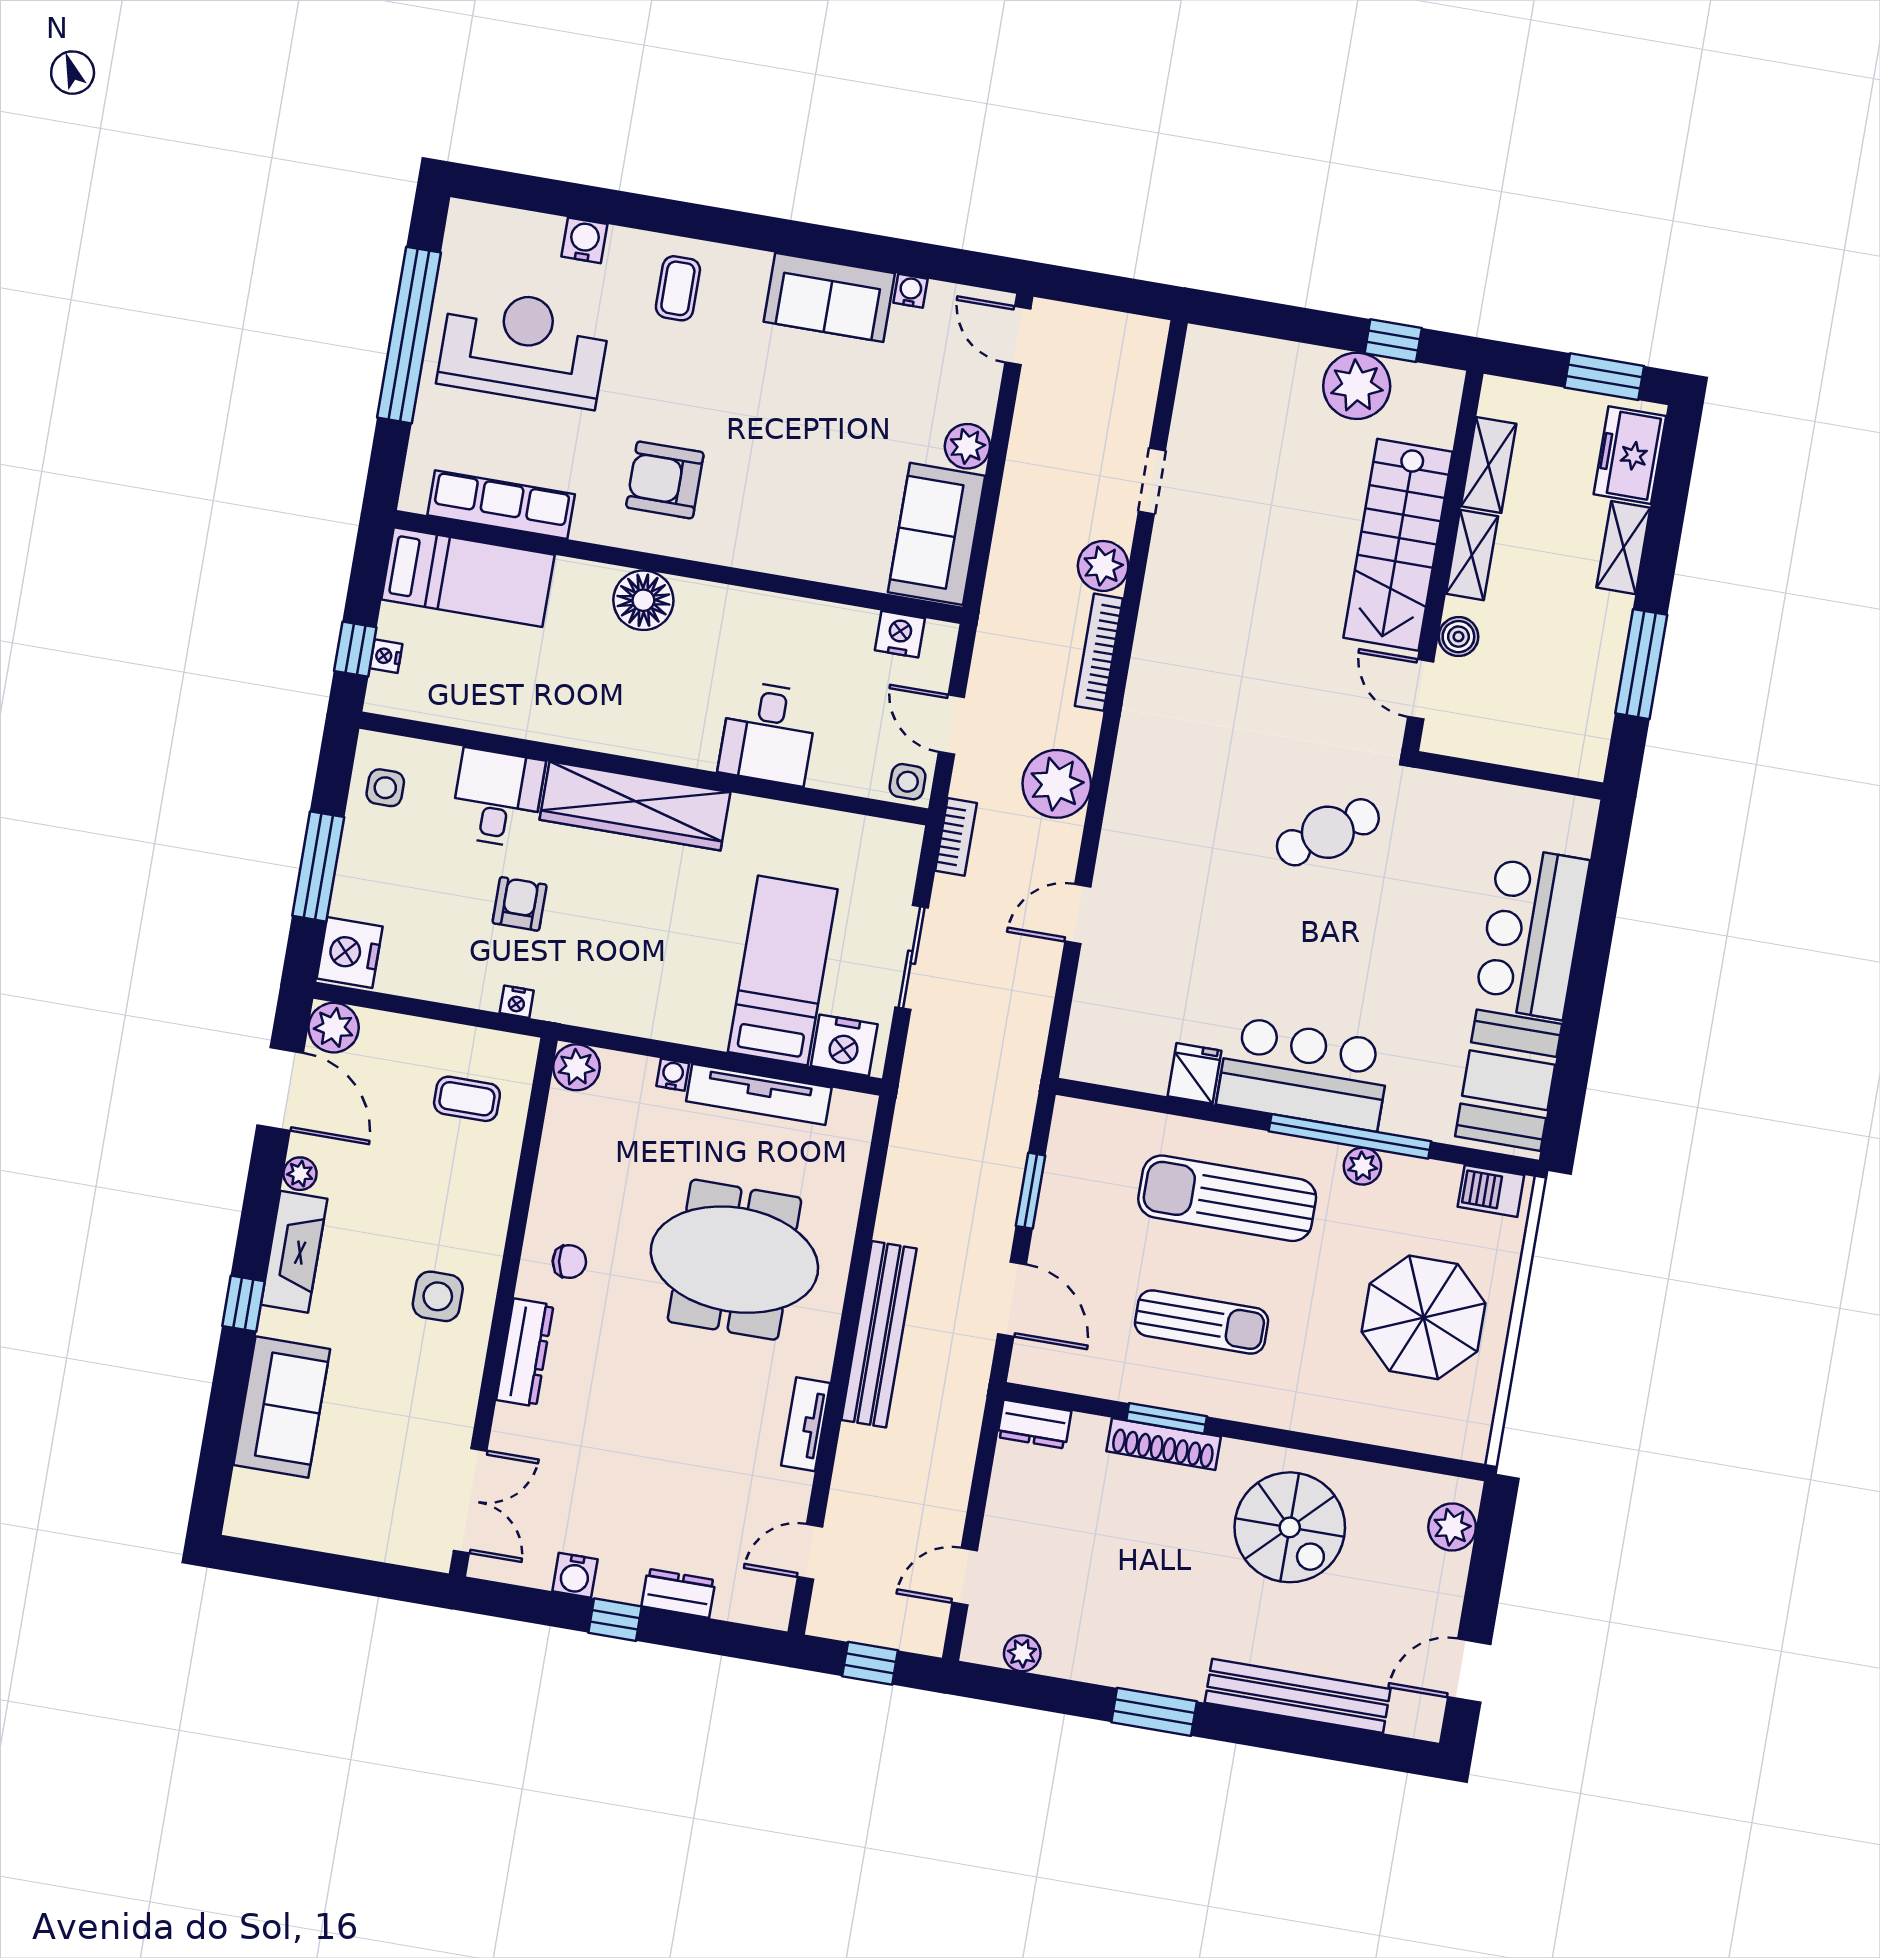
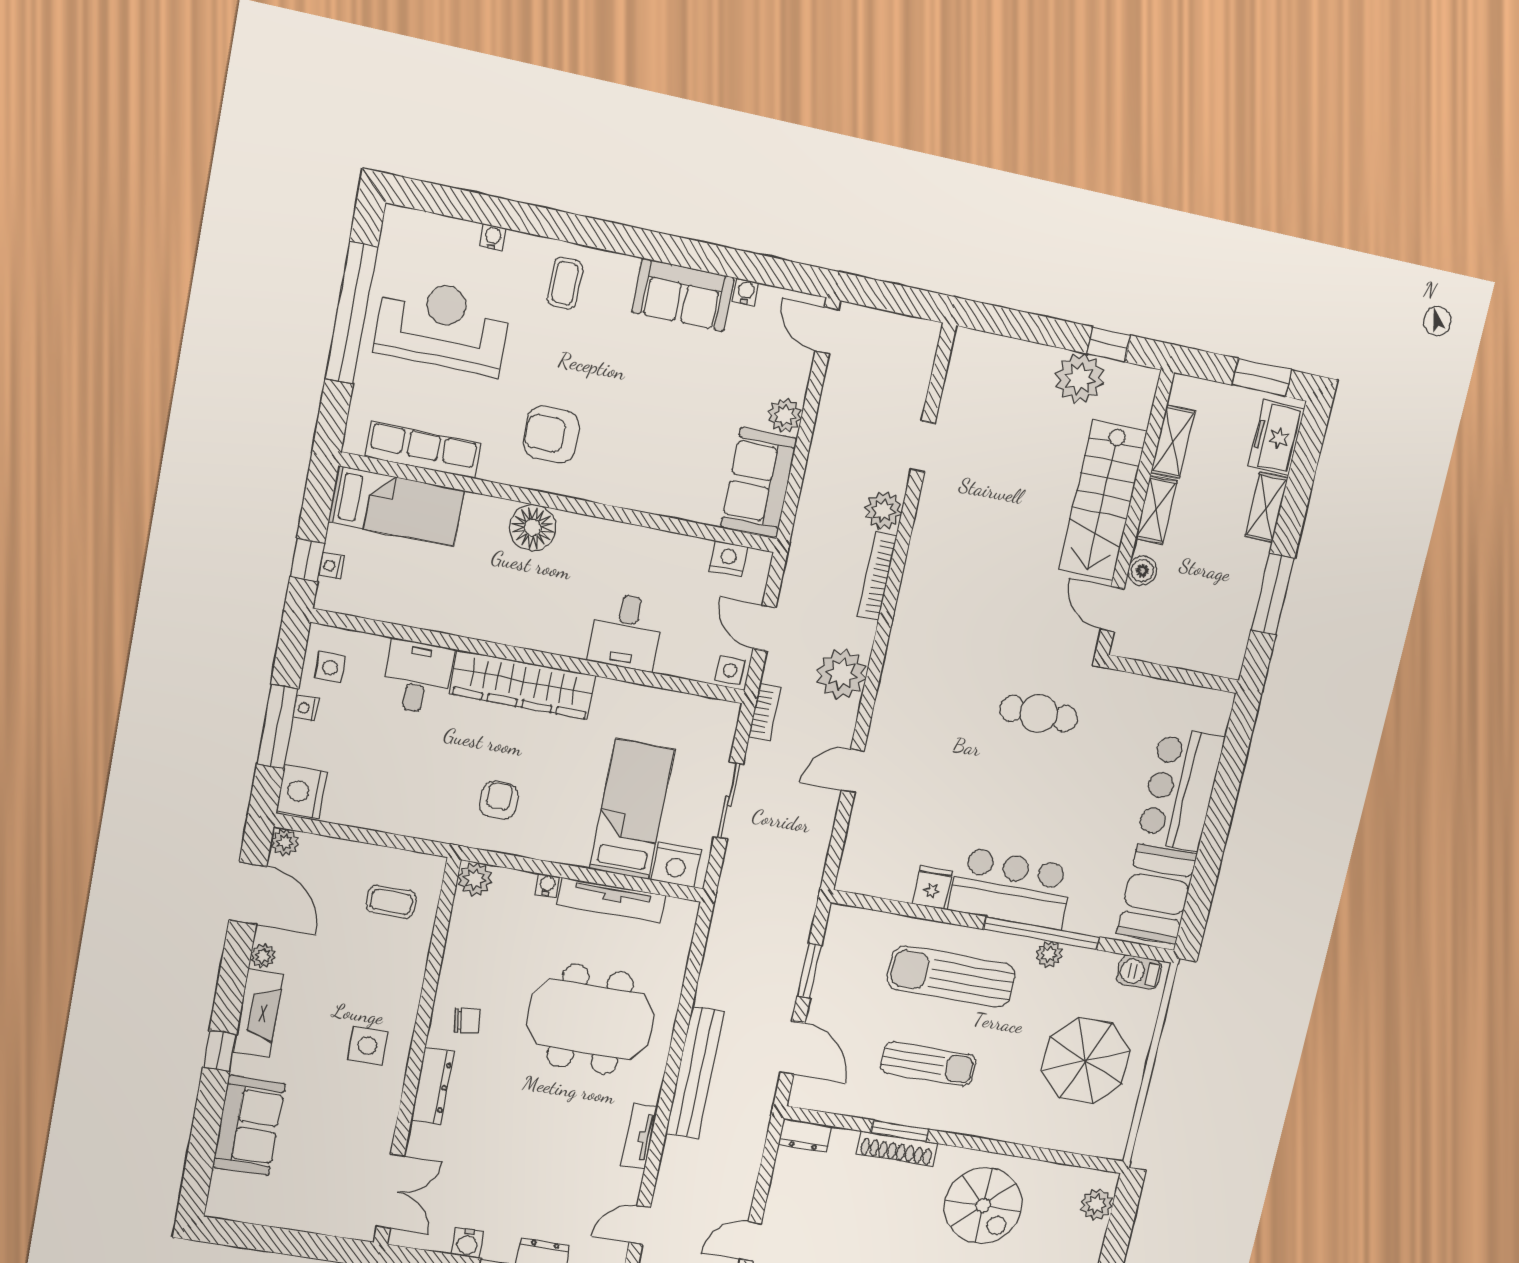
water cooler: (584, 240) -> (493, 237), width x0.72, depth x0.72
cafe table: (1328, 832) -> (1039, 713), turned 34
armchair: (520, 904) -> (499, 800), moved
nightstand: (517, 1002) -> (306, 708), moved, turned 90
plant: (334, 1028) -> (285, 842), width x0.73, depth x0.73

